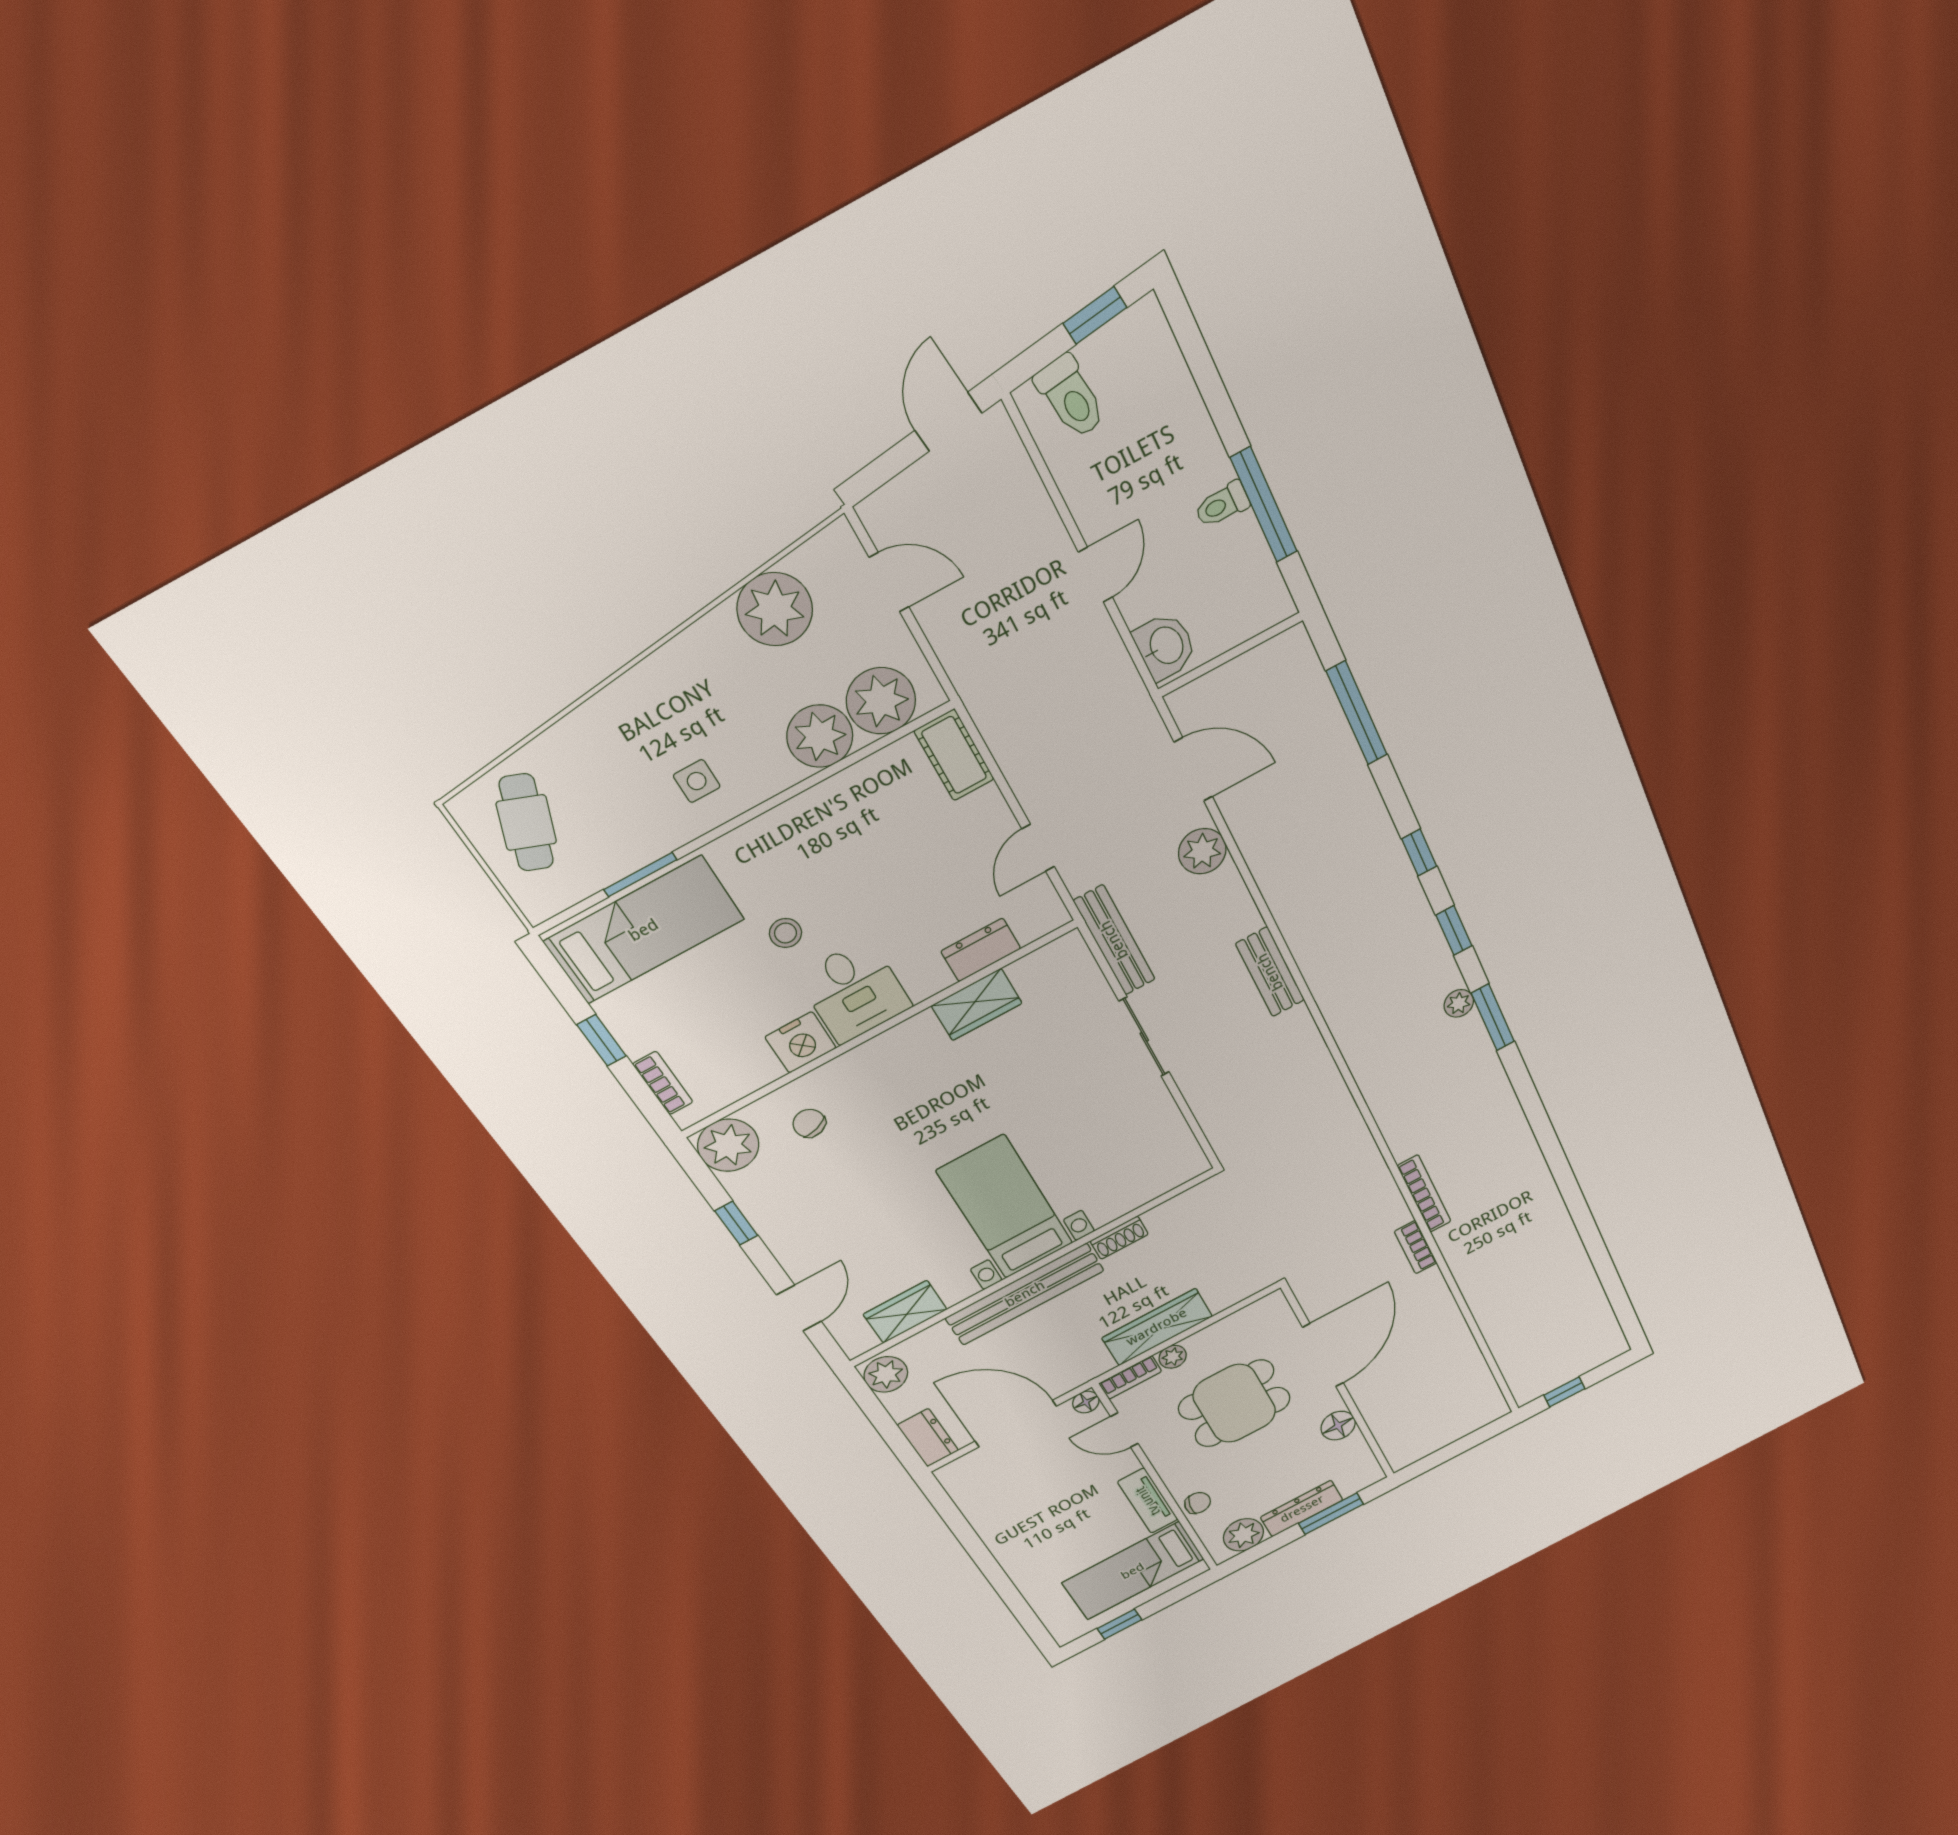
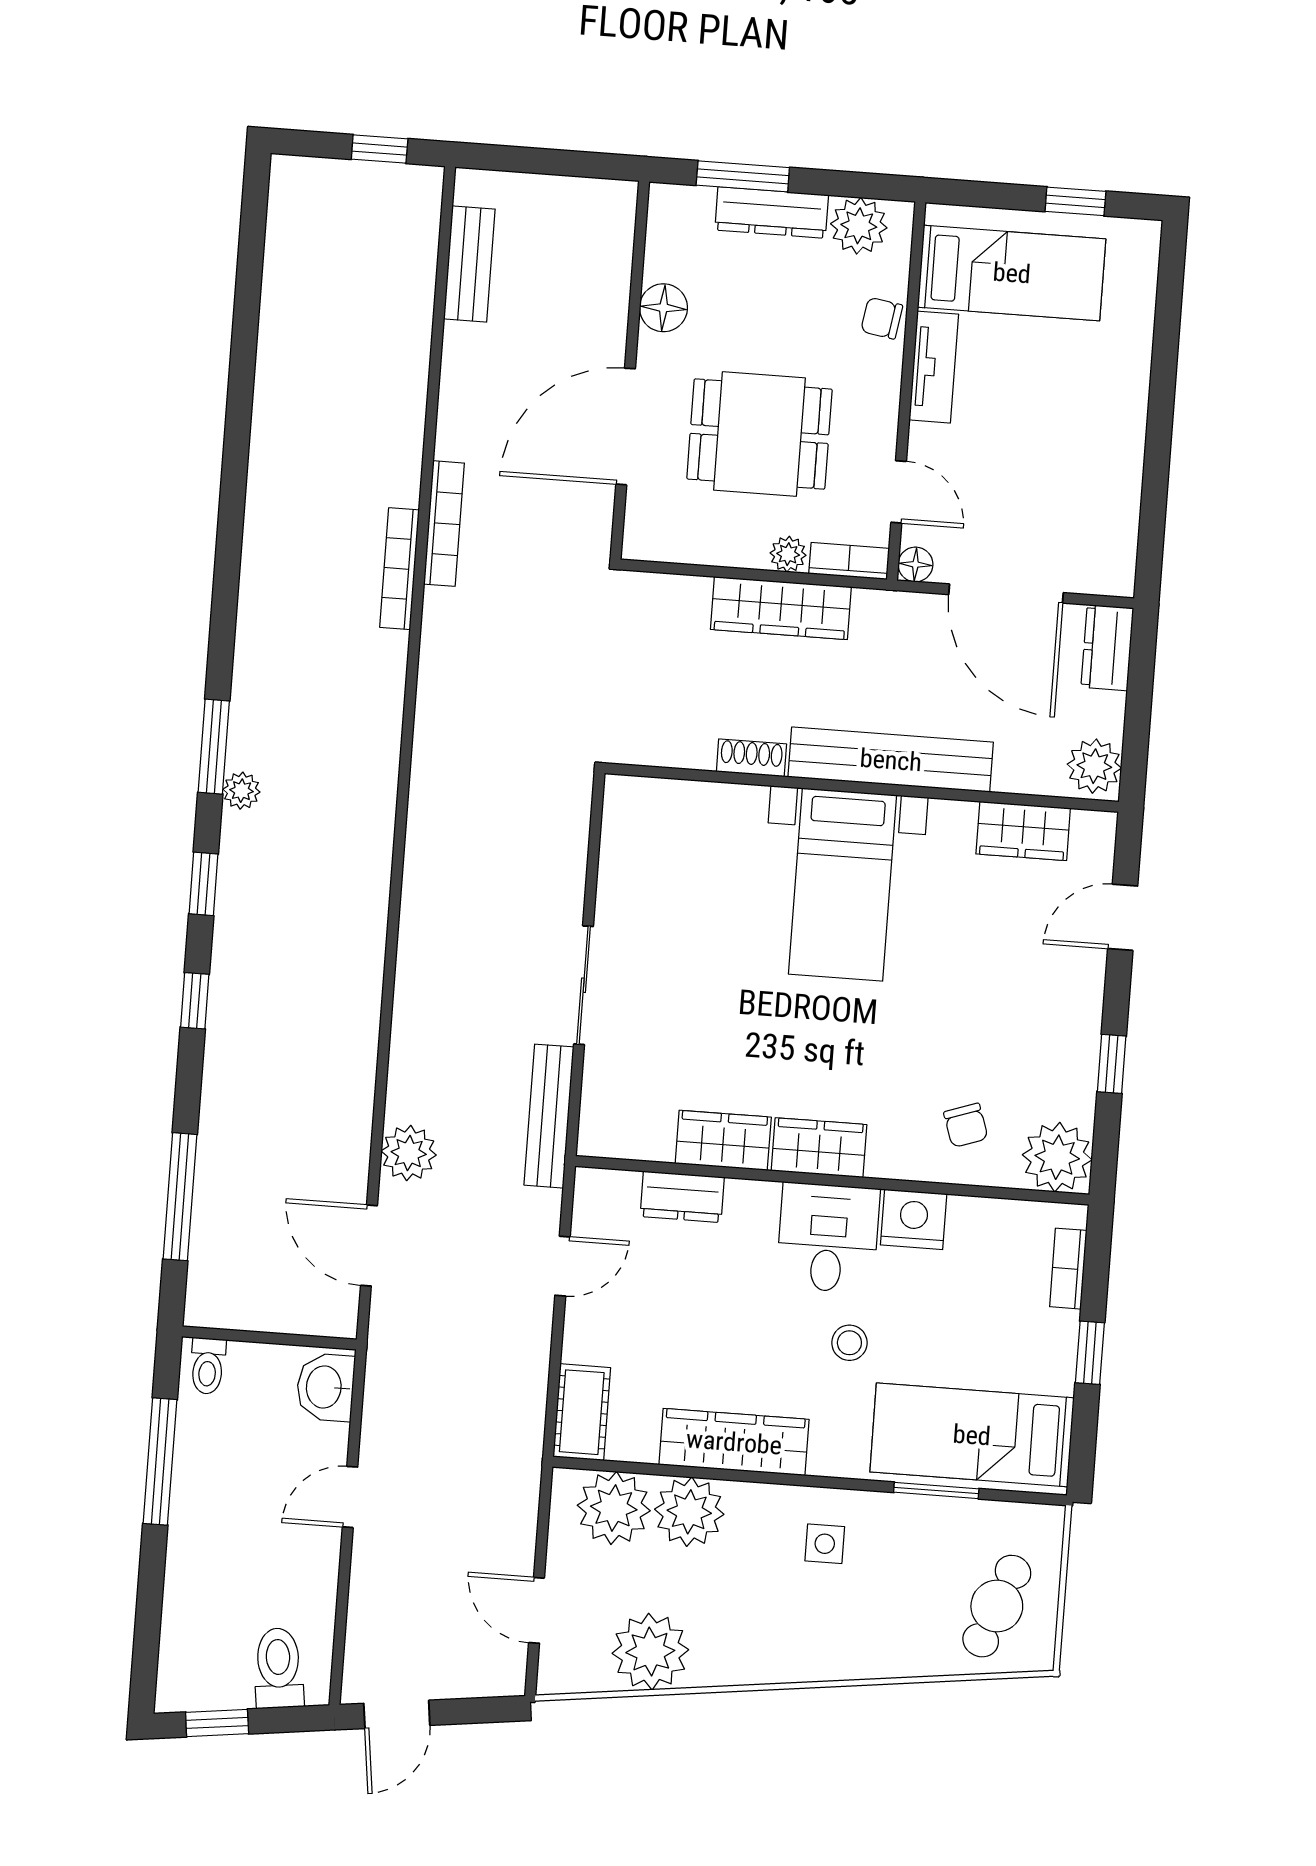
toilet: (1222, 505) -> (208, 1366), moved, turned 90
wardrobe: (822, 809) -> (734, 1442), added
bench: (1270, 972) -> (469, 264), moved
wardrobe: (904, 1044) -> (819, 1148), added
bookcase: (1416, 1247) -> (444, 524), width x1.56

